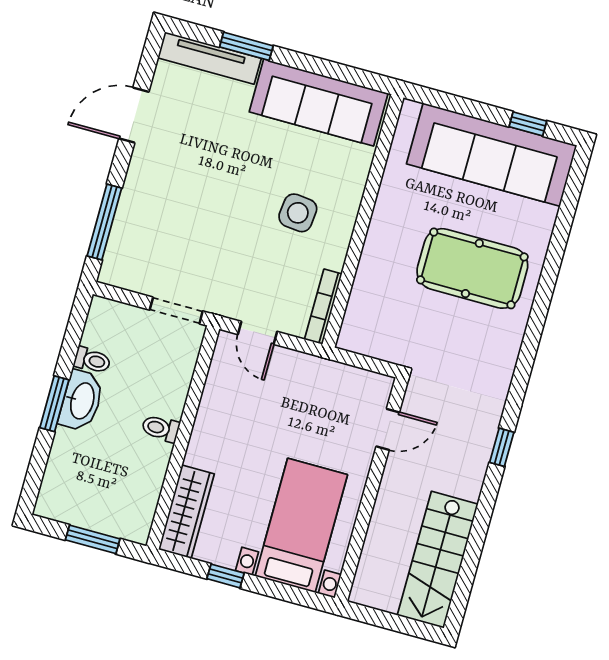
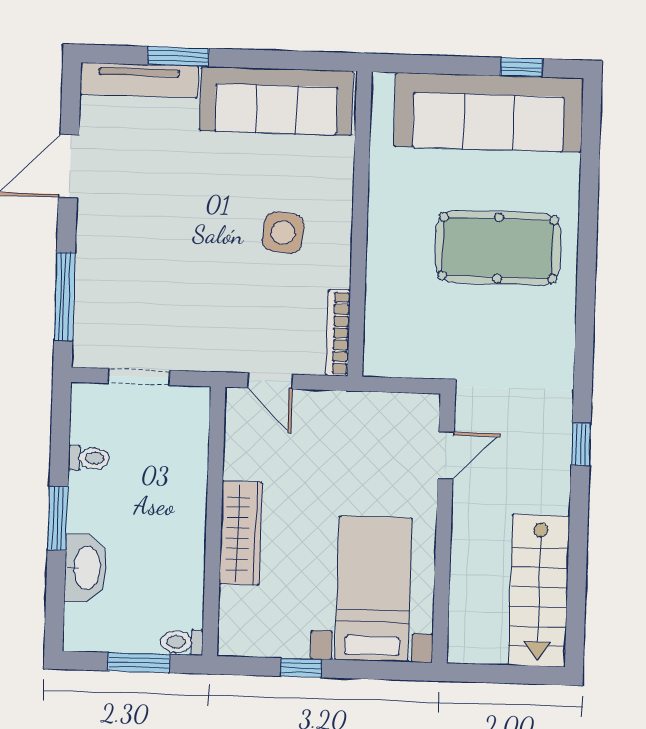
doorway: (176, 310) -> (139, 377), moved
washbasin: (81, 401) -> (86, 568), moved
toilet: (161, 428) -> (182, 642), moved
wardrobe: (186, 512) -> (241, 533), moved

